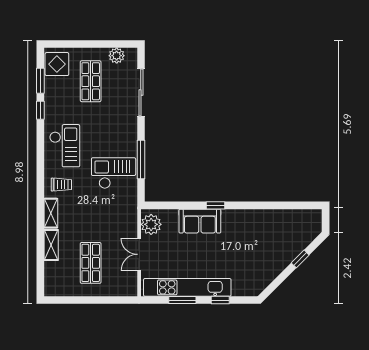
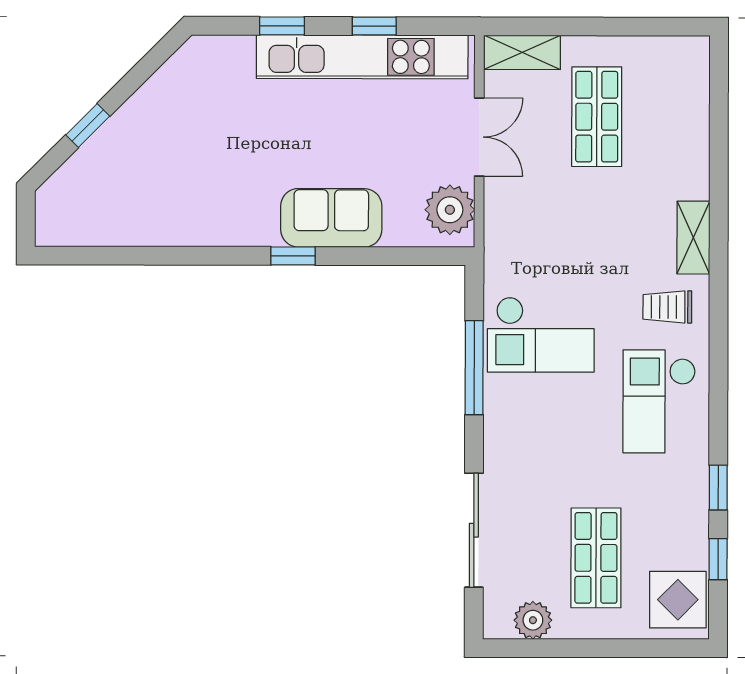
window: (40, 81) -> (718, 559), width x0.67
shelving: (51, 245) -> (522, 52), moved, turned 90
window: (182, 300) -> (374, 26), width x0.67

